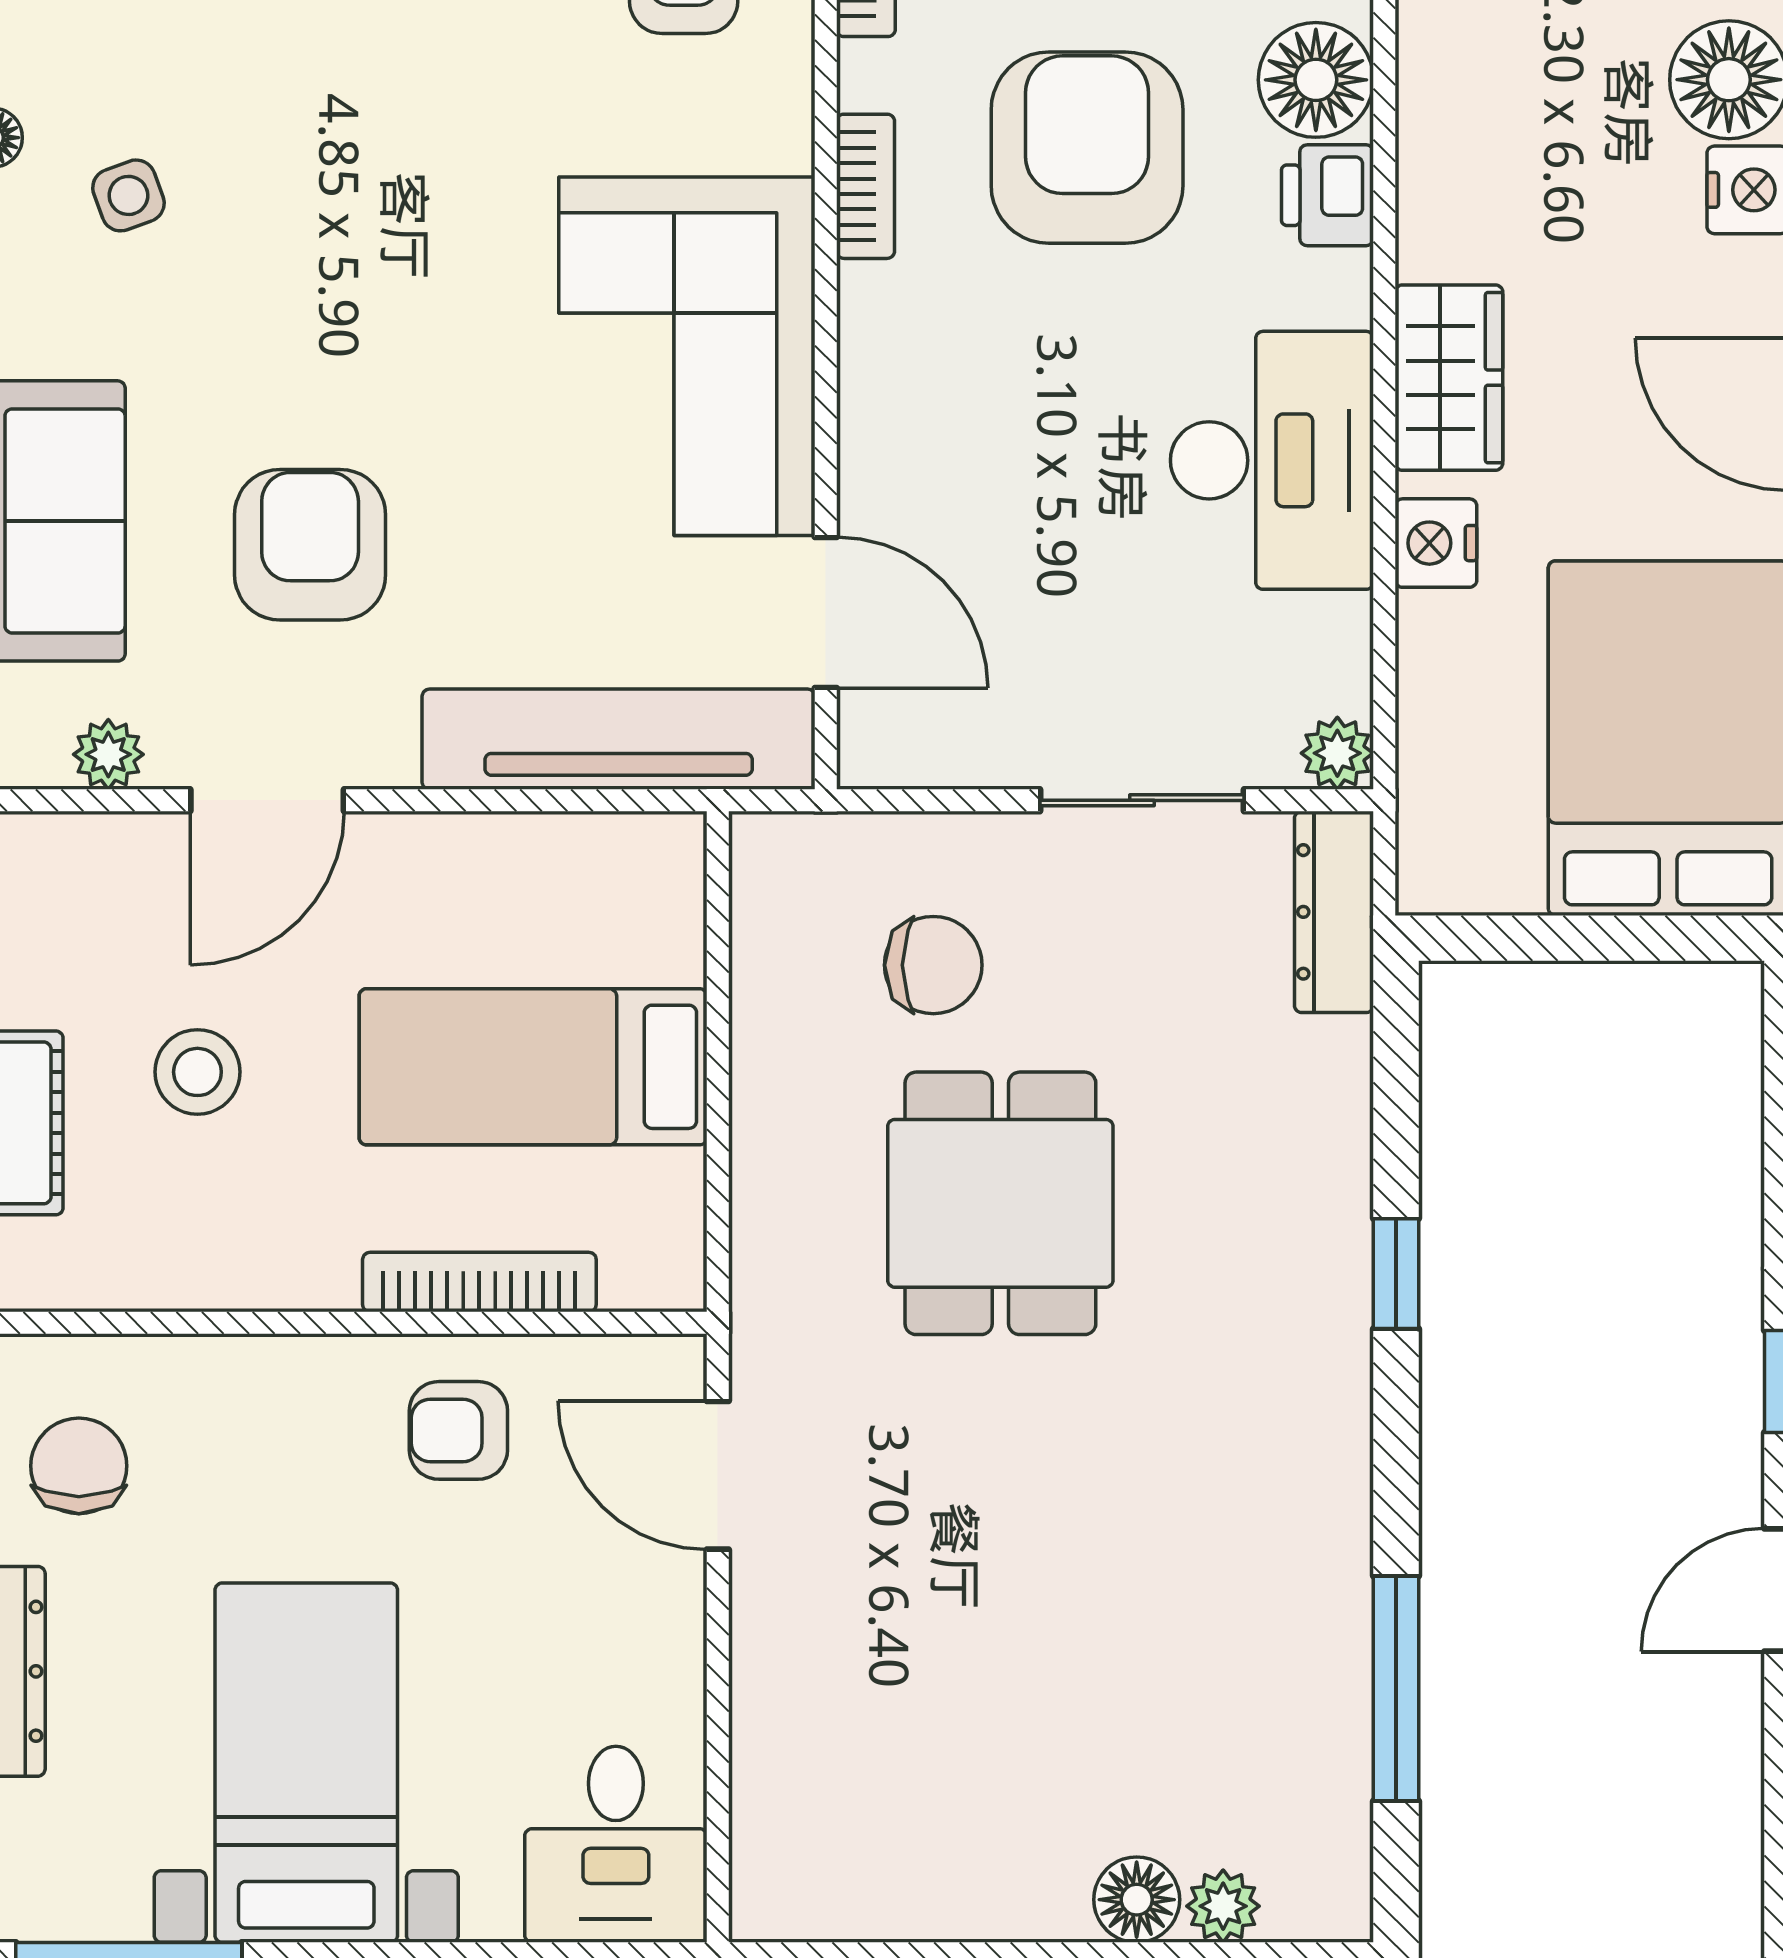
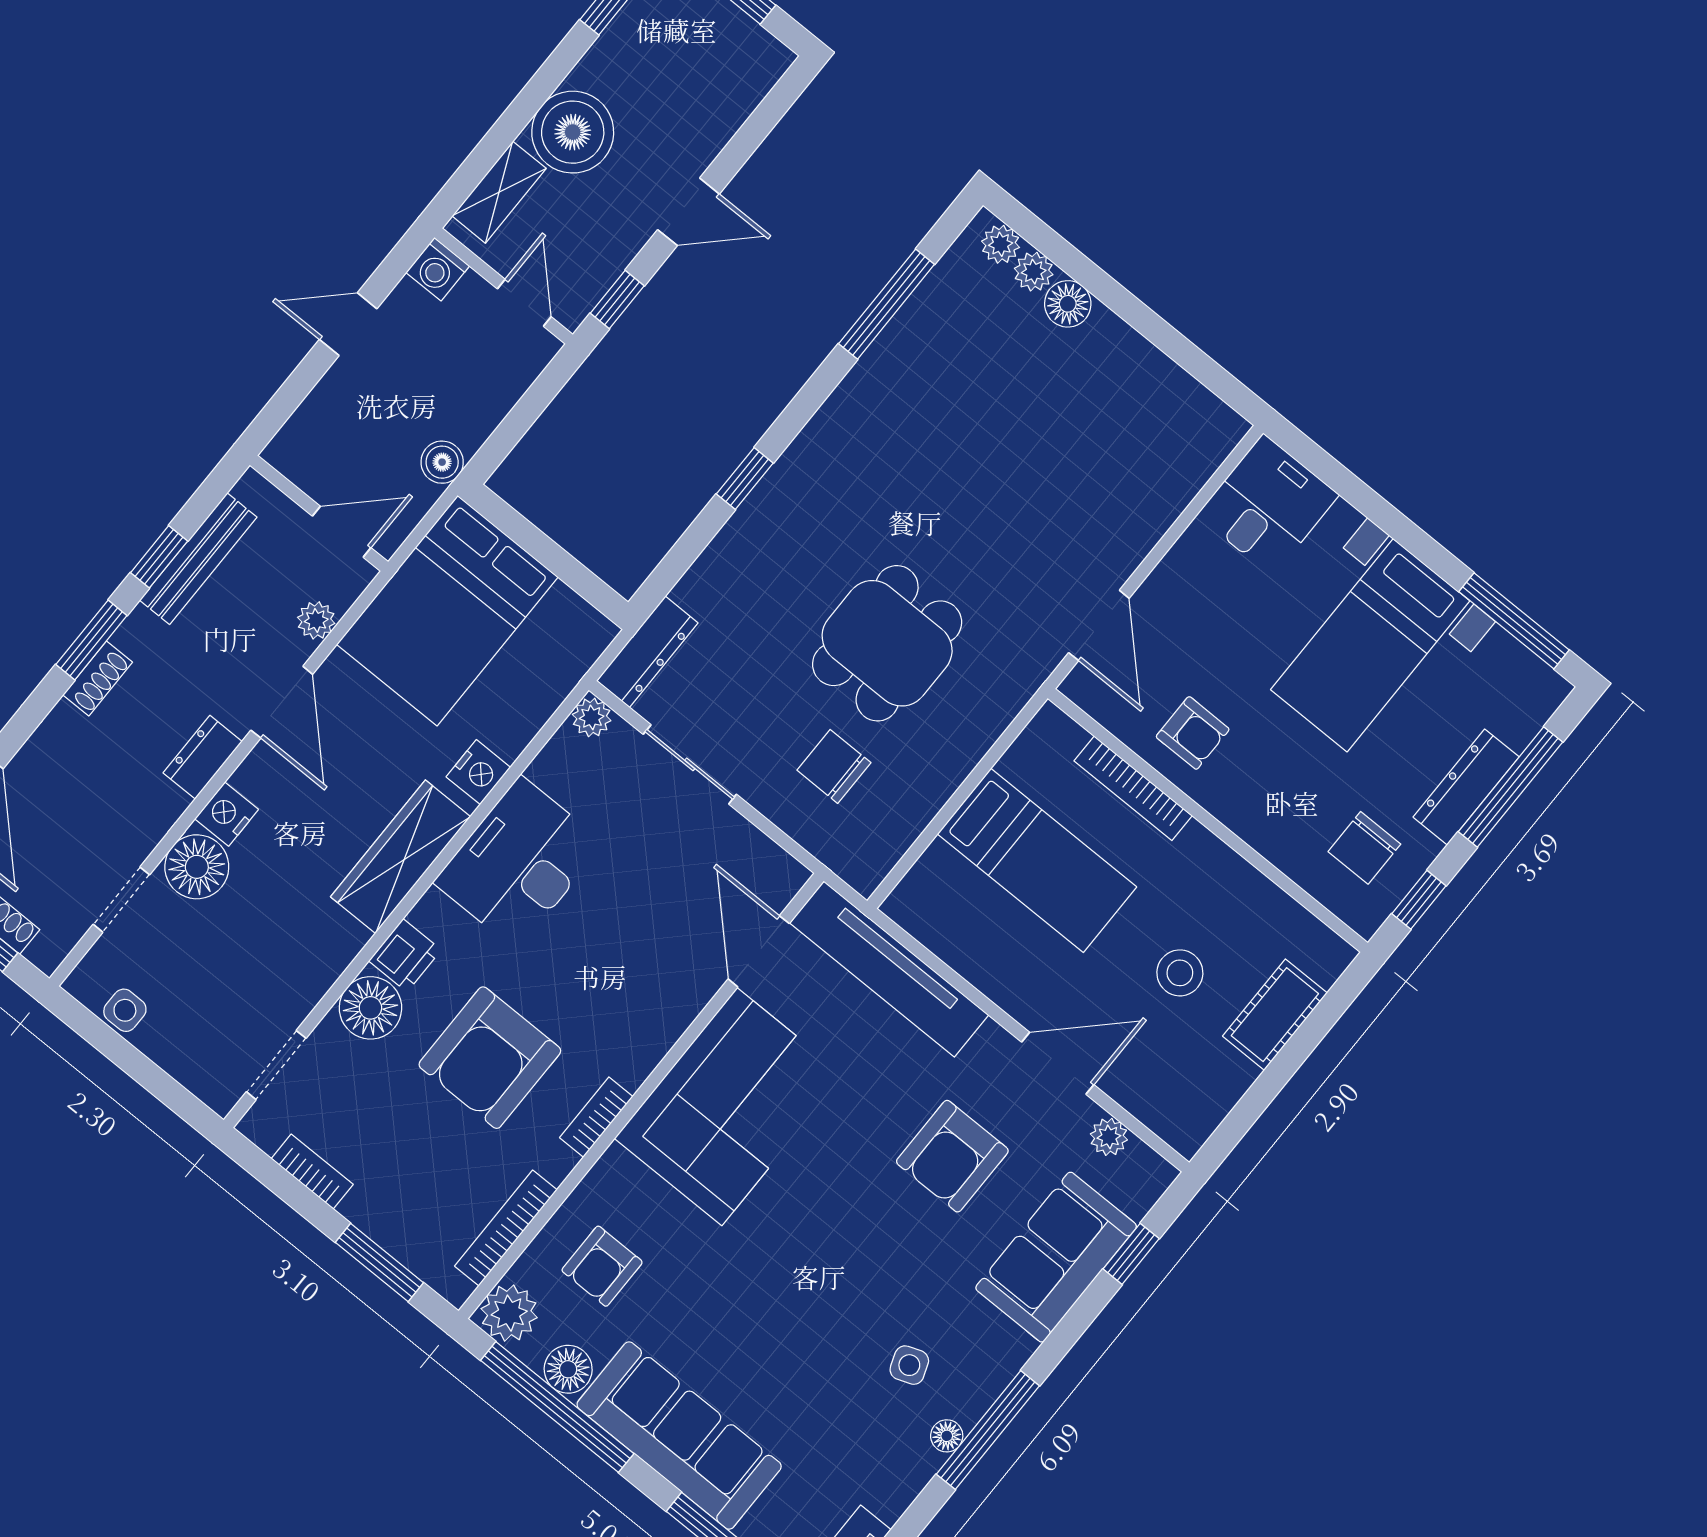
wardrobe: (1449, 378) -> (400, 857), width x1.50
plant: (1302, 1907) -> (1001, 244), added

